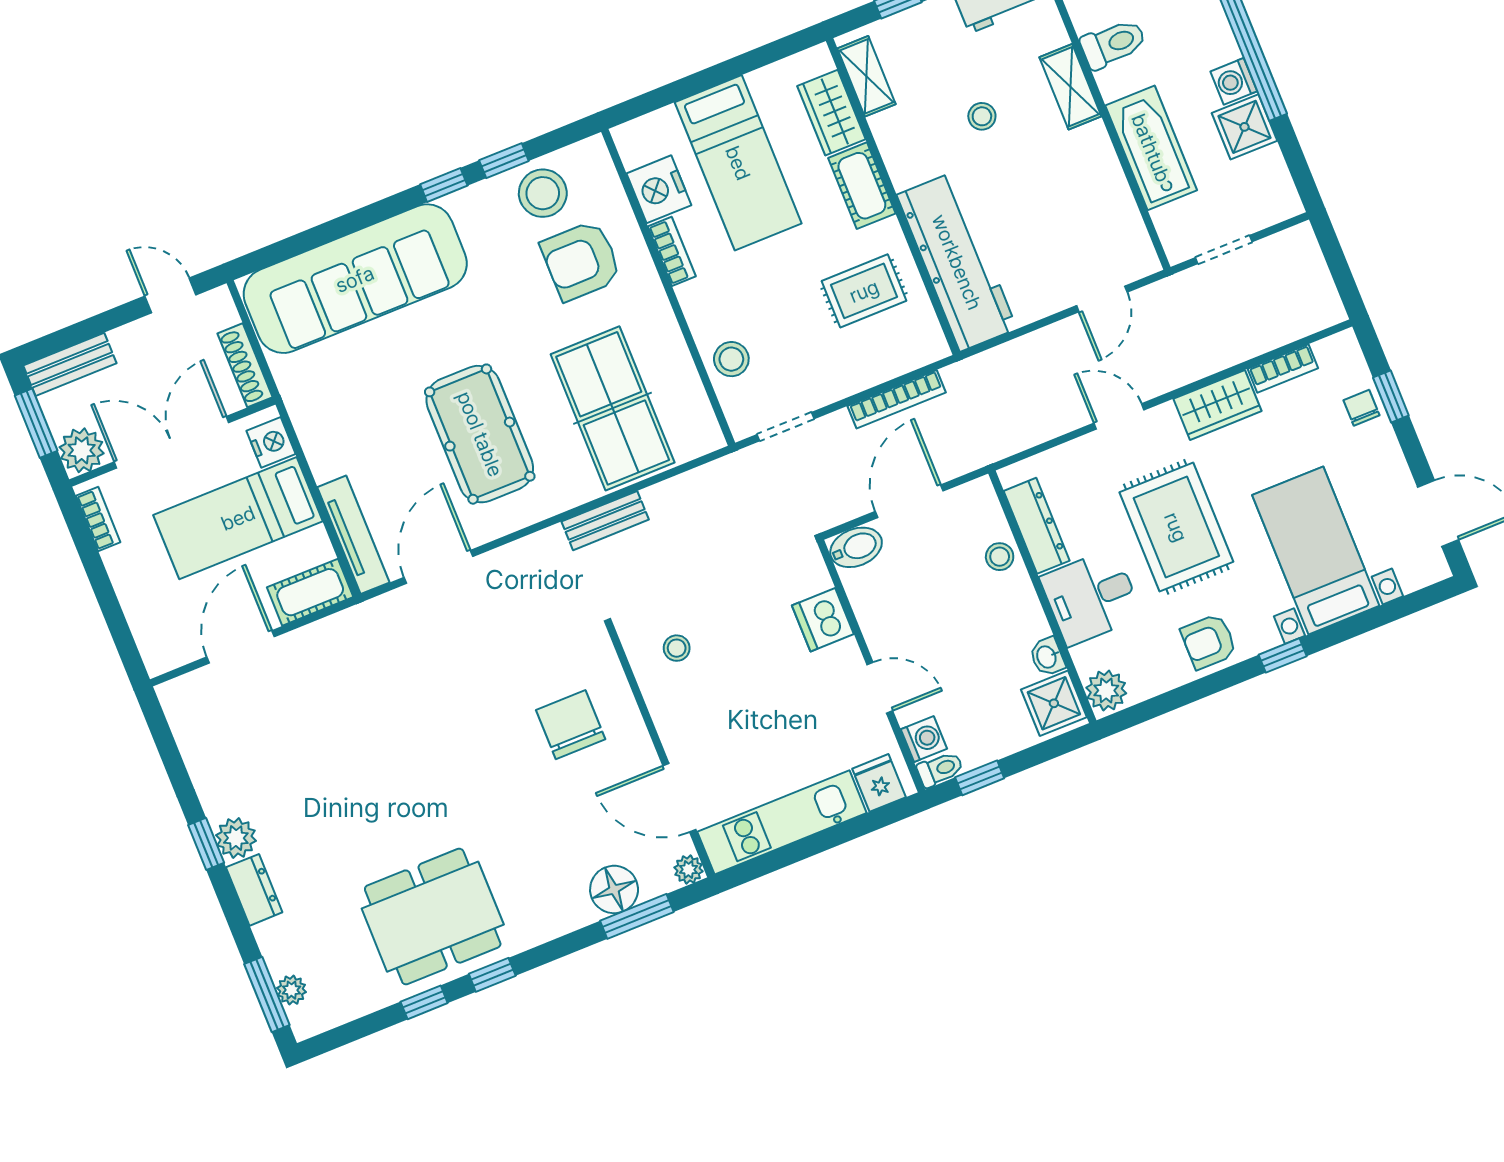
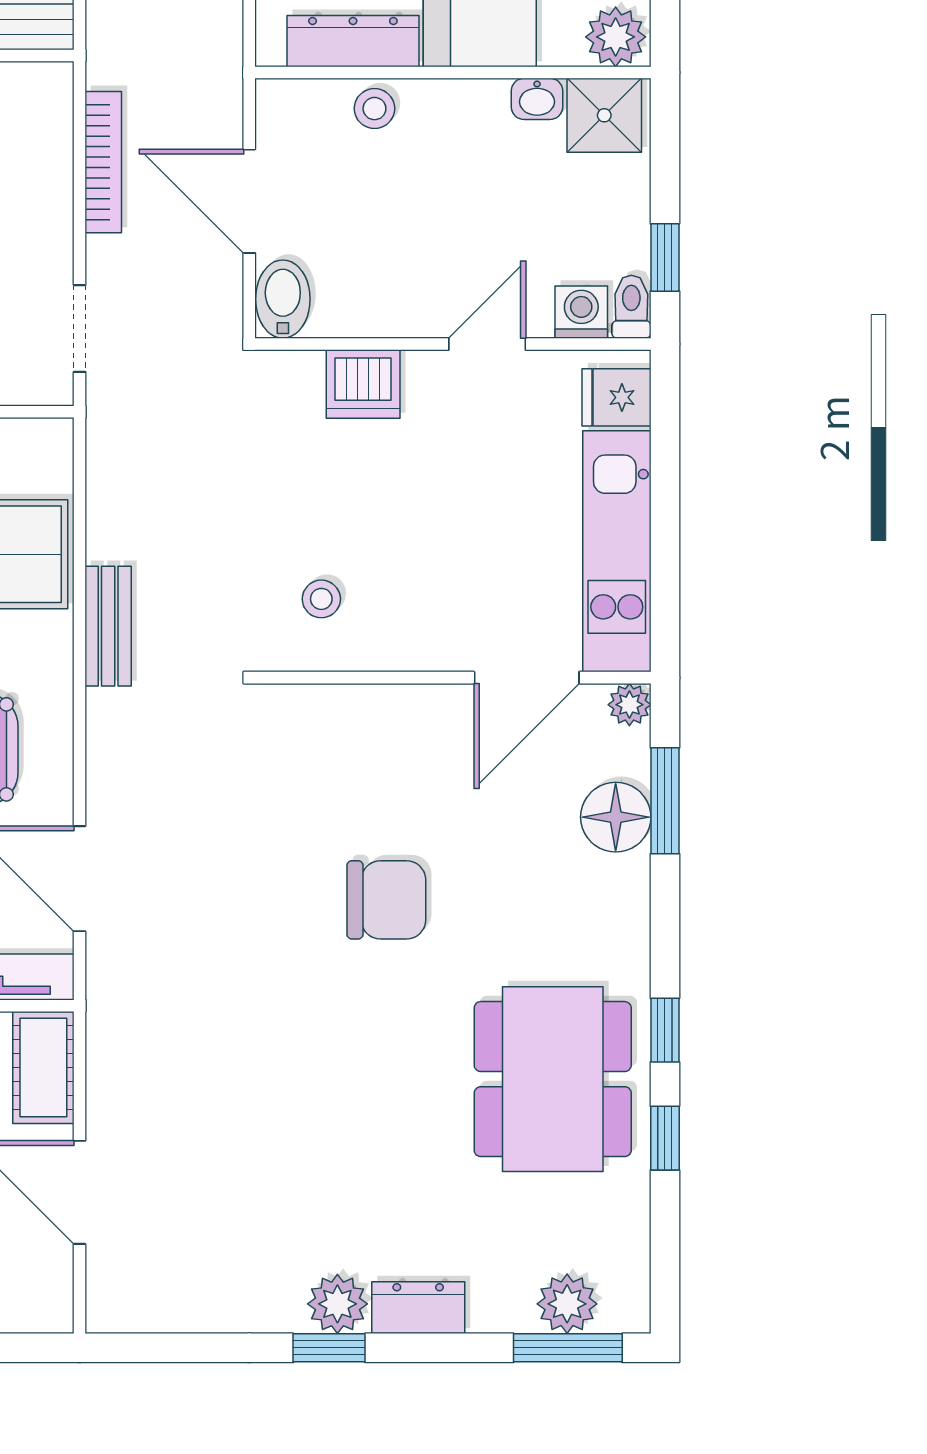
chair: (571, 725) -> (386, 900), moved, turned 180
plant: (291, 990) -> (567, 1304), width x1.38, depth x1.38

